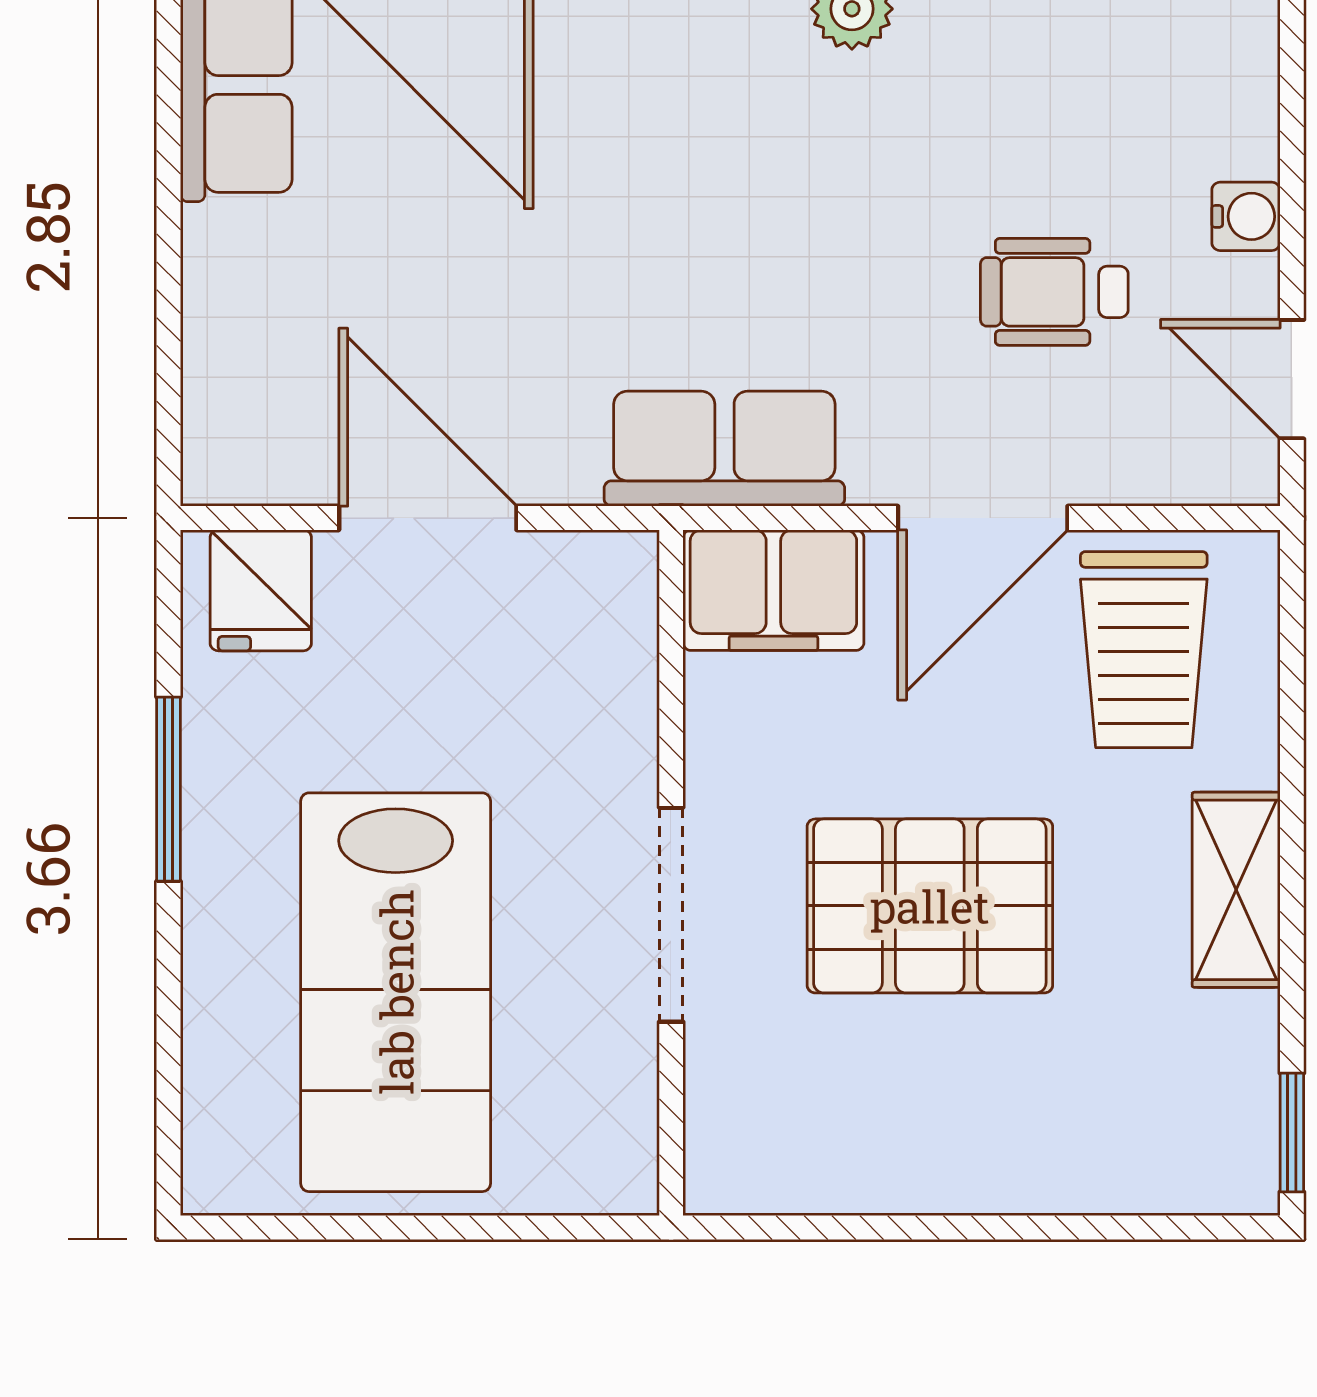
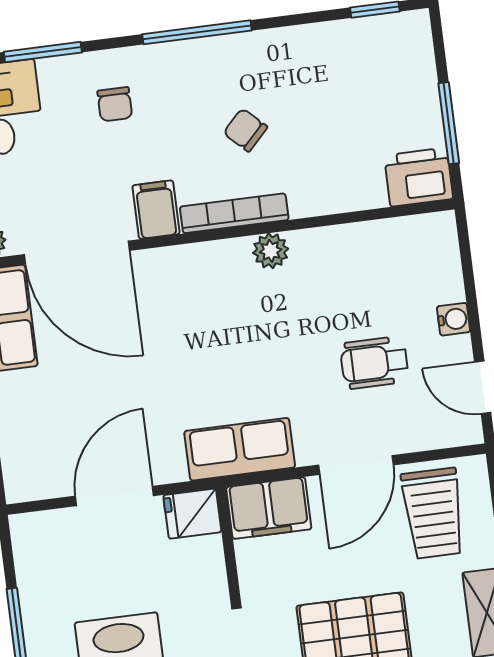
door: (428, 518) -> (115, 496), hinge flipped
fridge: (261, 590) -> (192, 514), moved, turned 90

